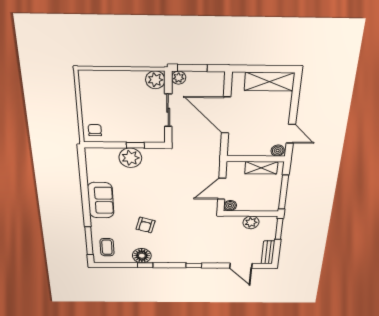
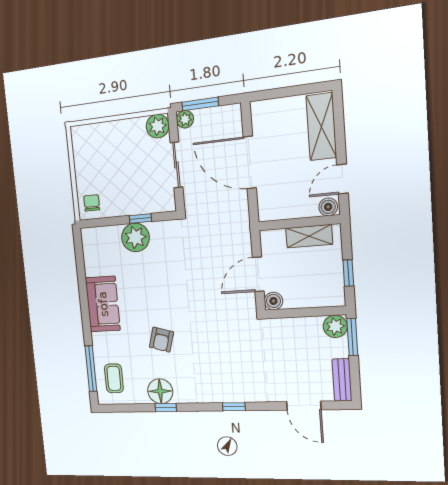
shelving: (269, 82) -> (321, 127), moved, turned 90
door: (291, 134) -> (342, 179), swing flipped
window: (284, 192) -> (348, 273), width x0.46
plant: (251, 222) -> (335, 326), moved

